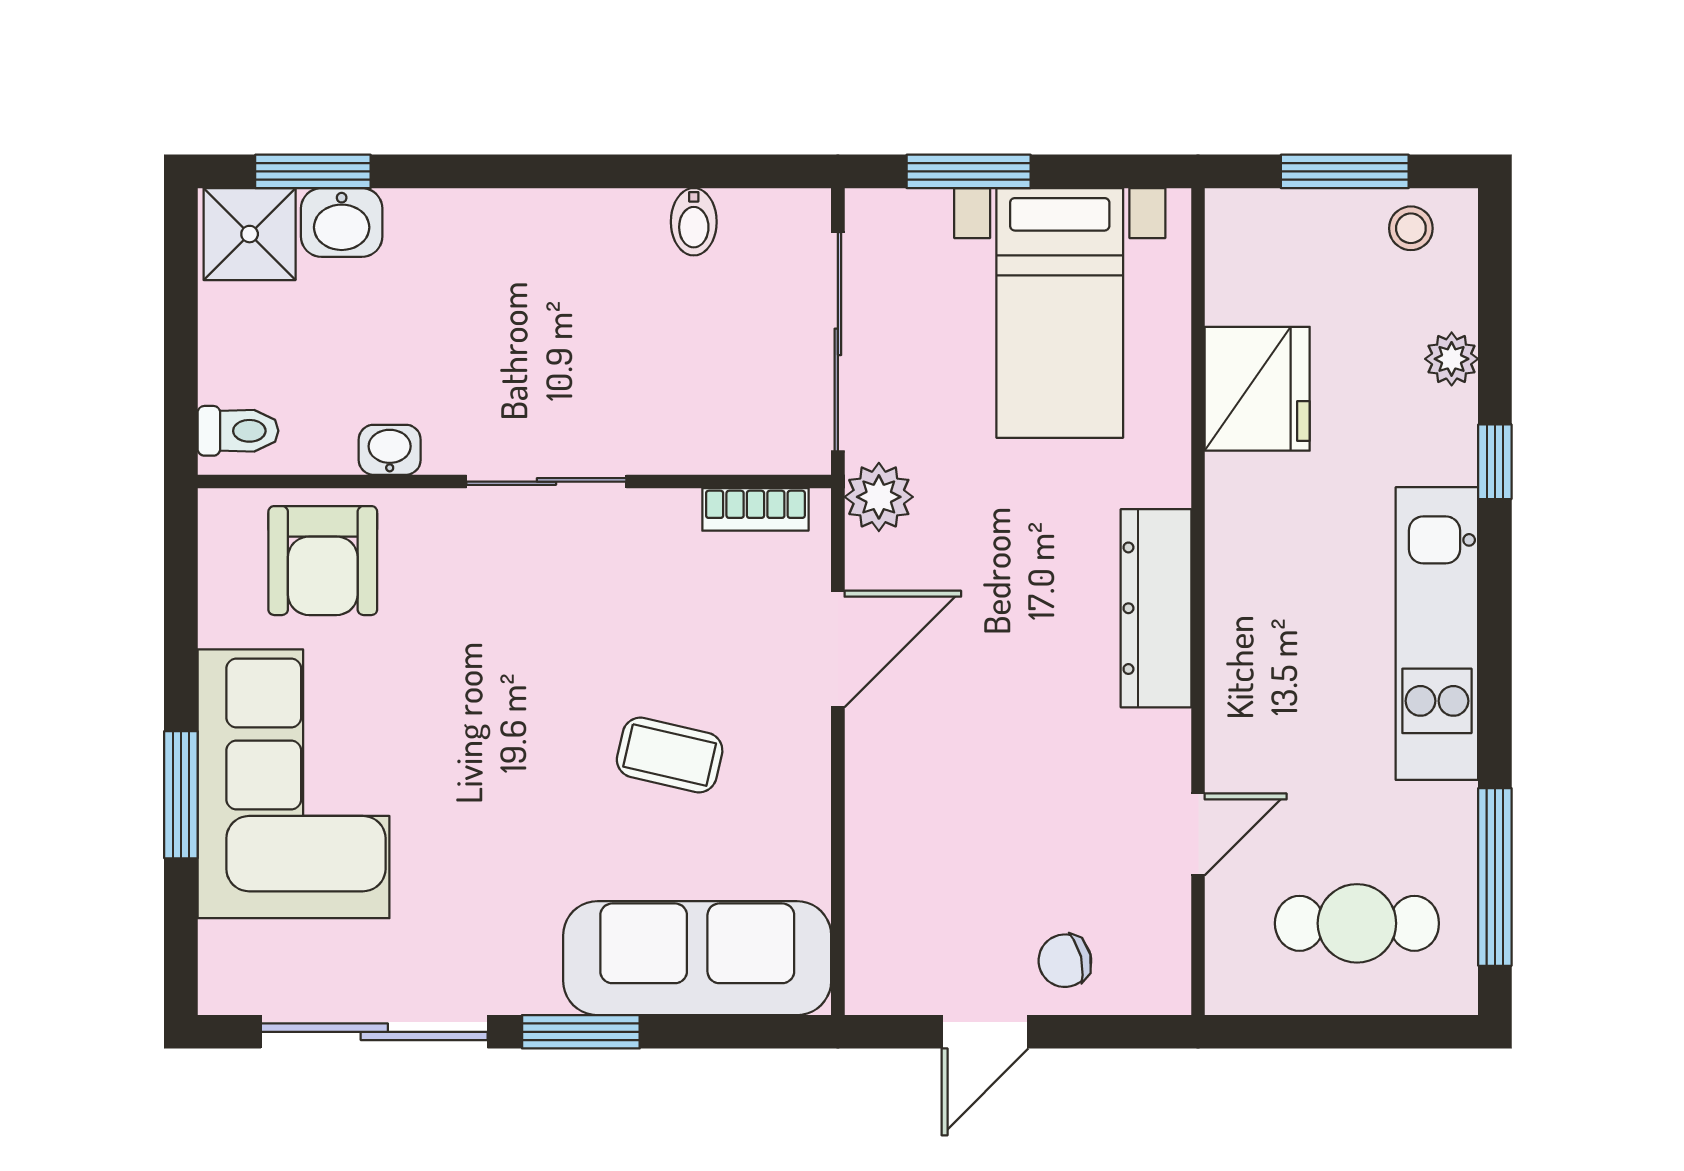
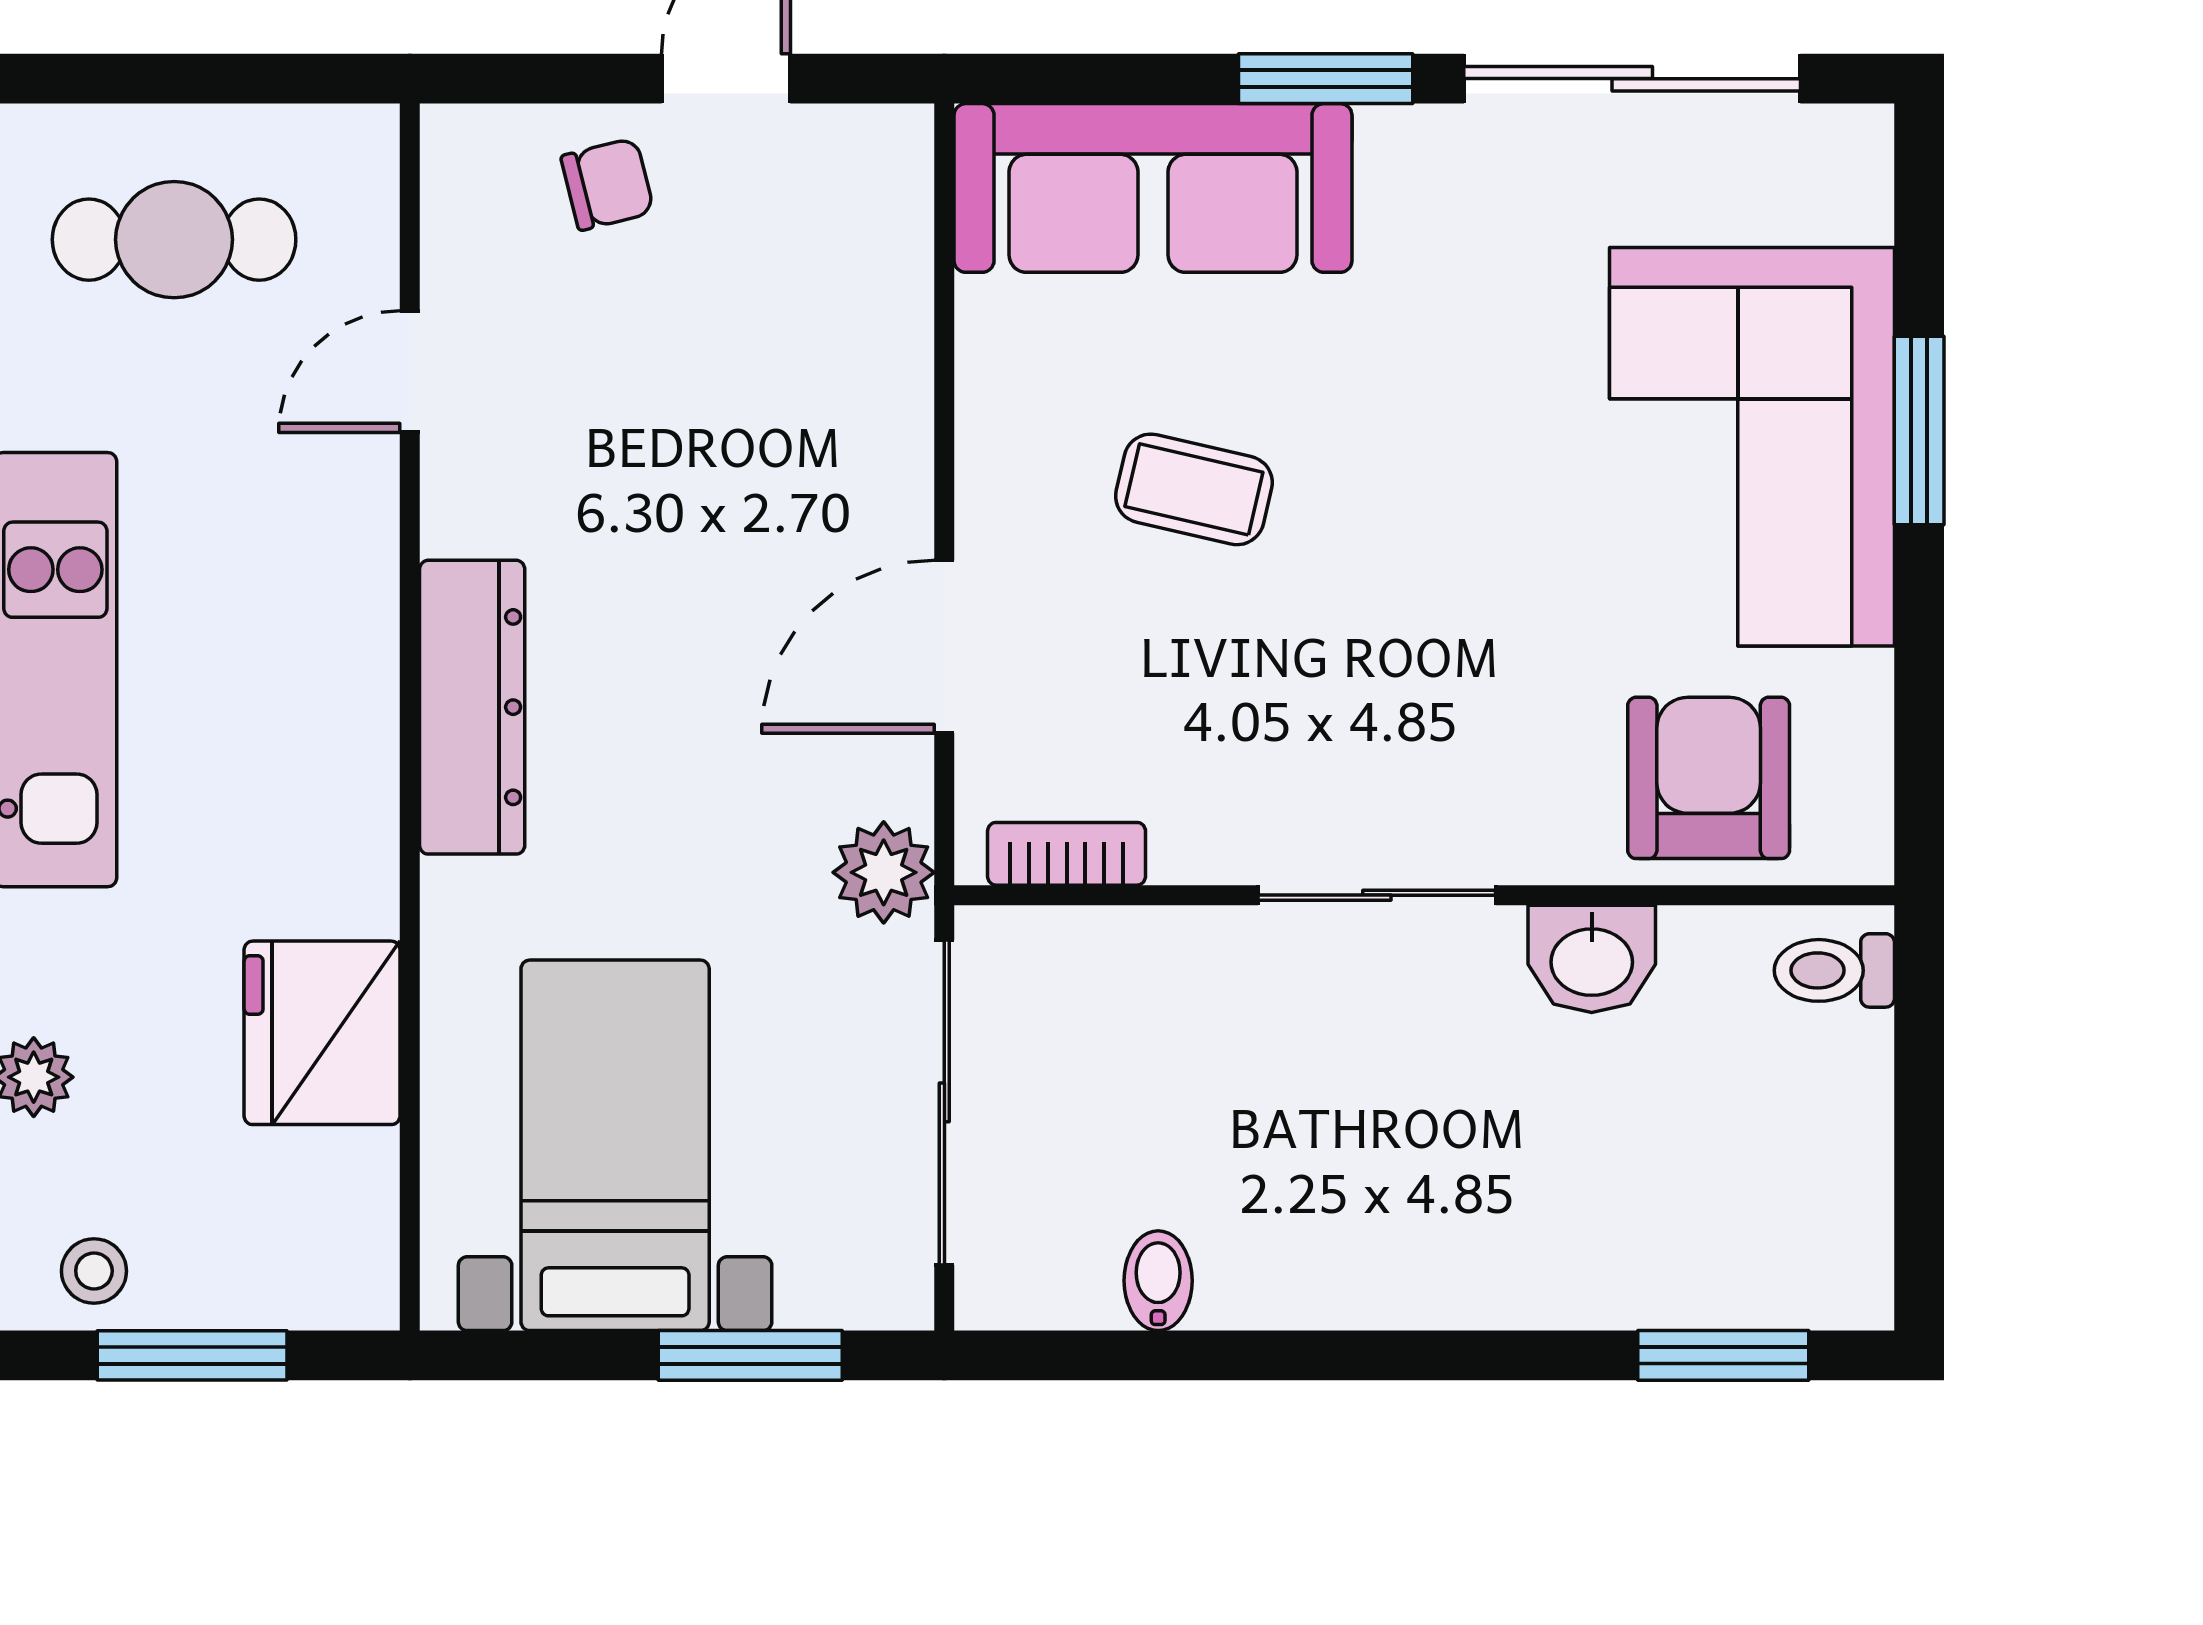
washbasin: (342, 222) -> (1681, 1280), removed
shower: (250, 234) -> (1817, 1262), removed
washbasin: (390, 450) -> (1592, 959), width x1.38, depth x1.45

